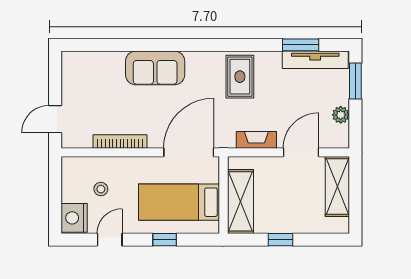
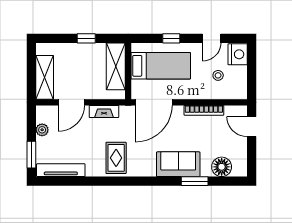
window: (301, 45) -> (195, 181), moved
floor lamp: (96, 64) -> (222, 167), added
door: (55, 119) -> (252, 127), swing flipped

